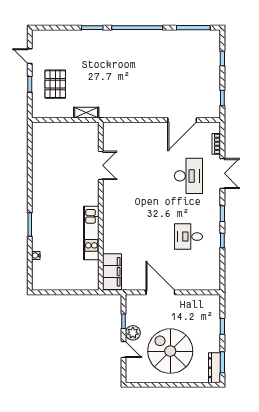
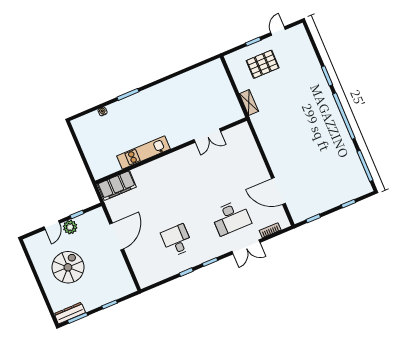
spiral stairs: (170, 351) -> (68, 267), width x0.73, depth x0.73

